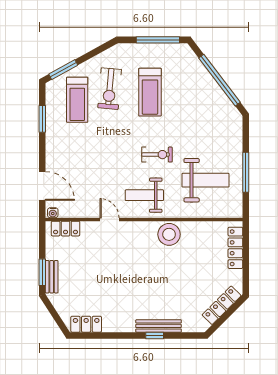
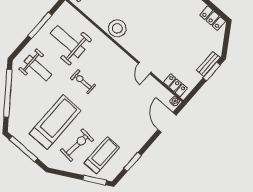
treadmill: (150, 92) -> (55, 122), width x1.37, depth x1.38
weight bench: (144, 195) -> (38, 68), moved

